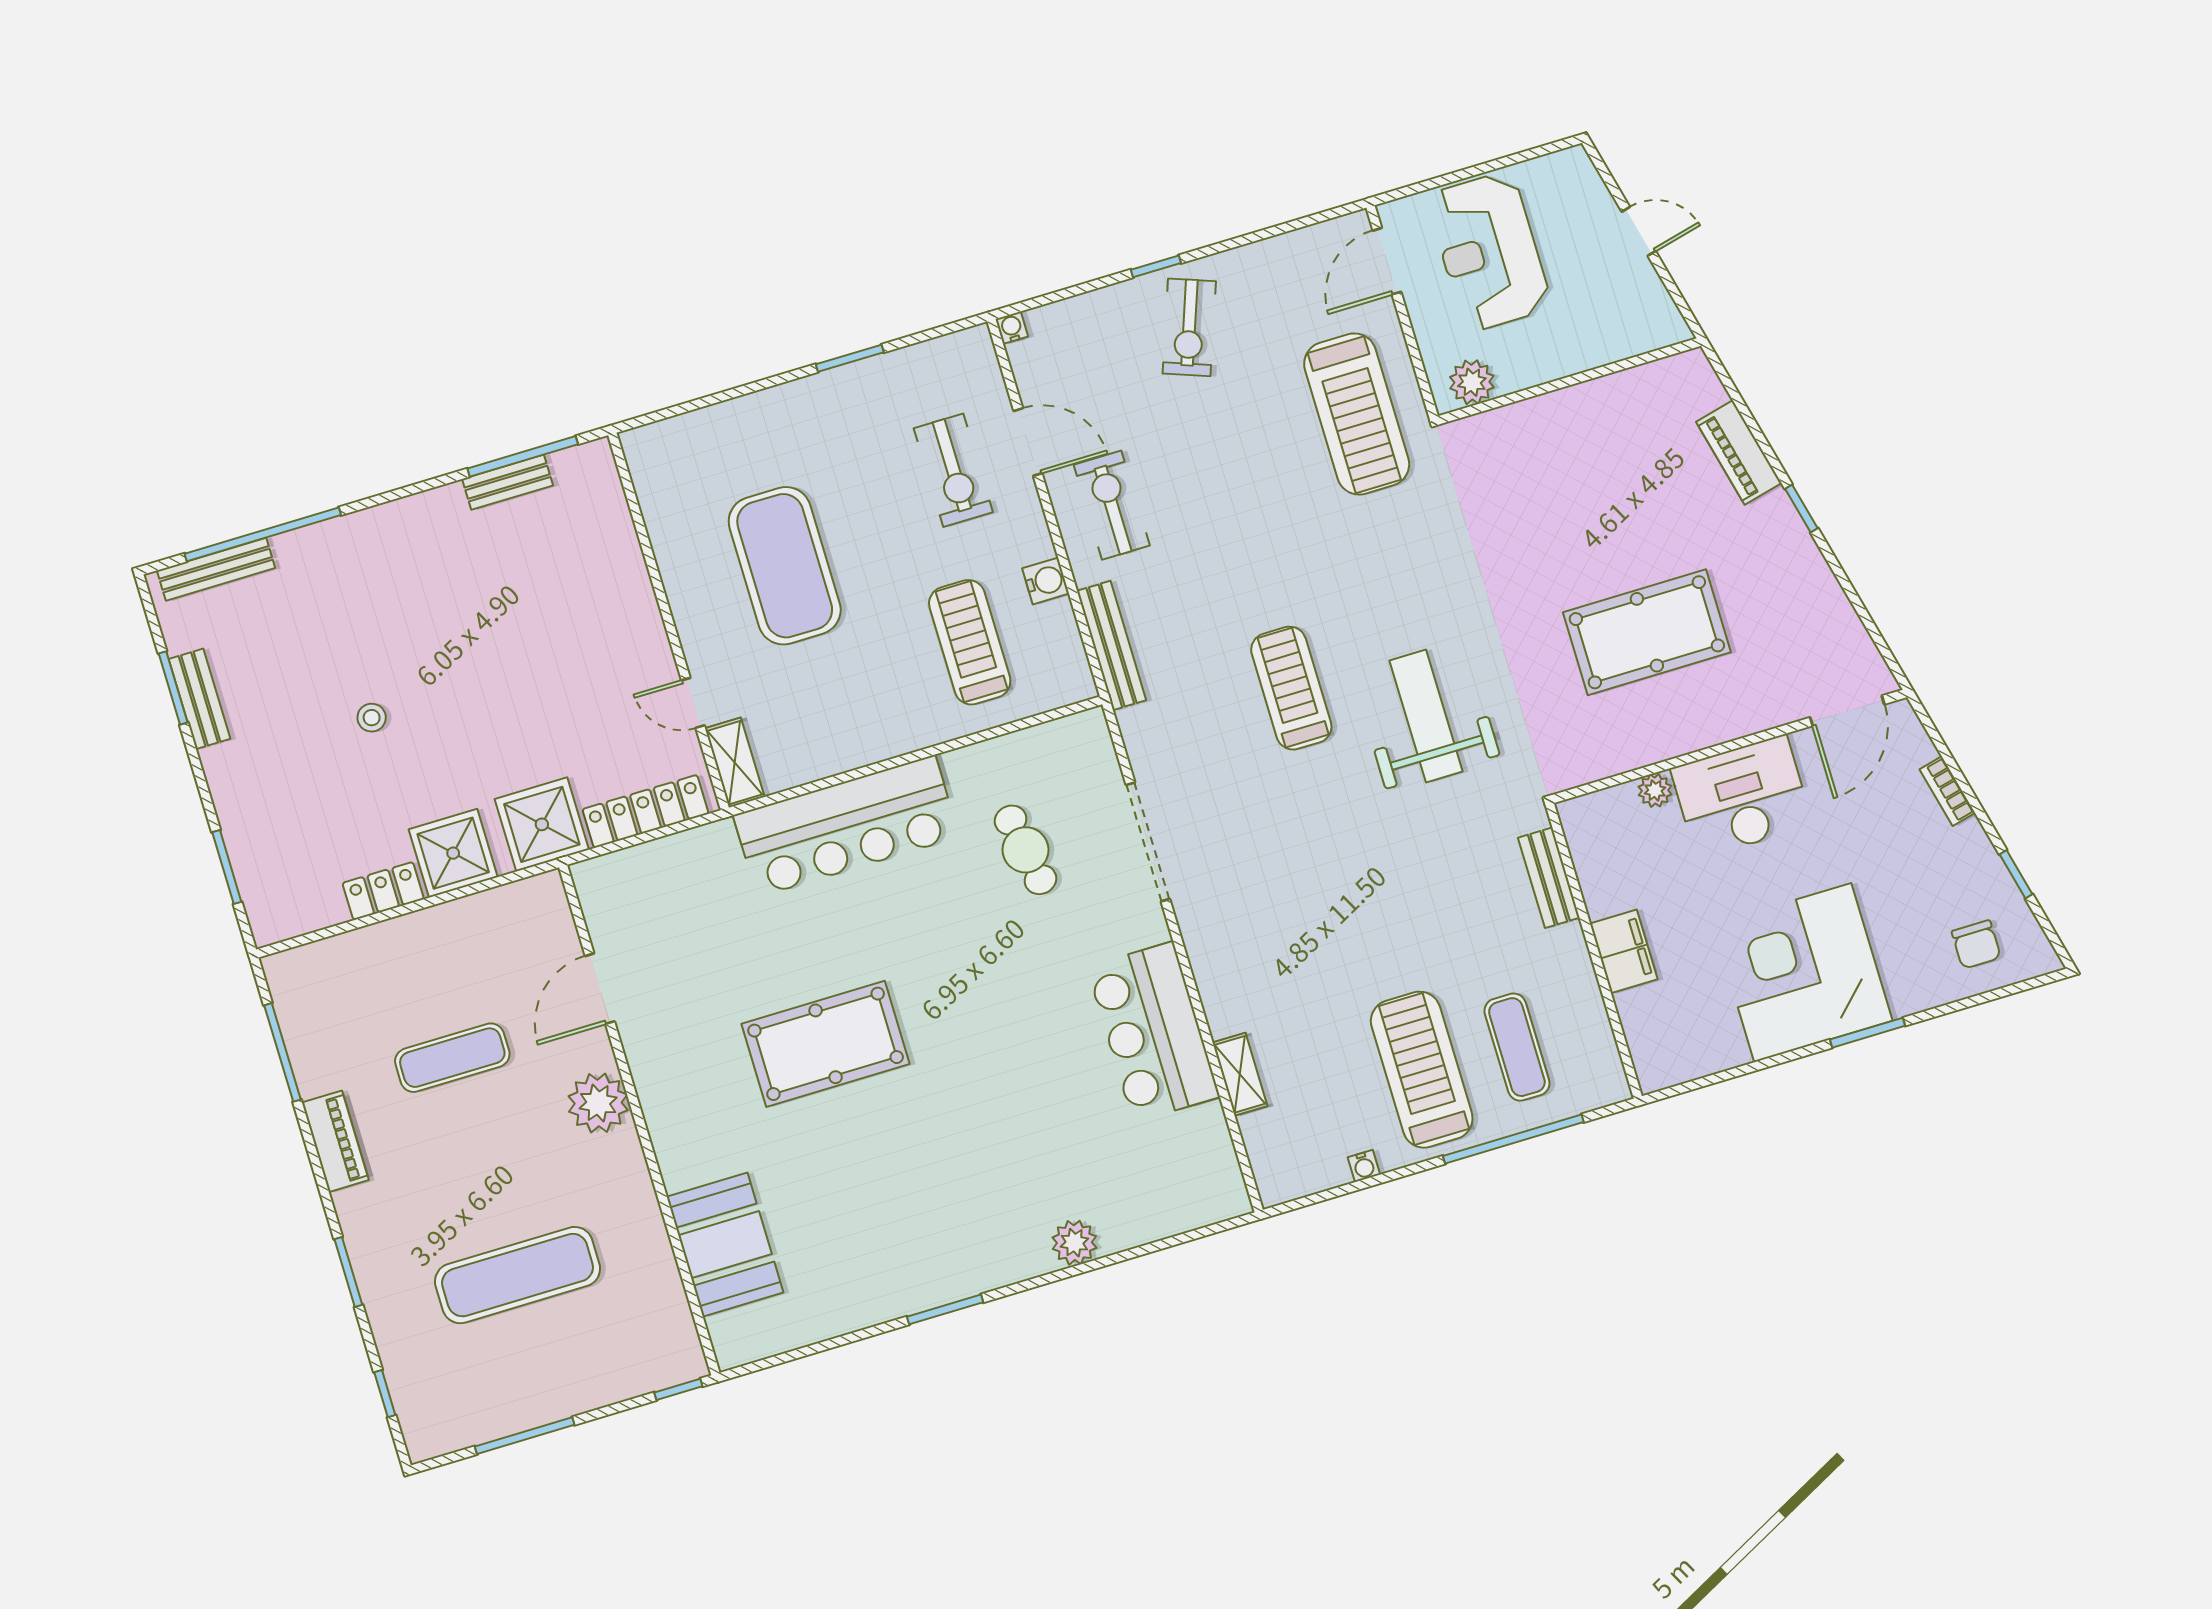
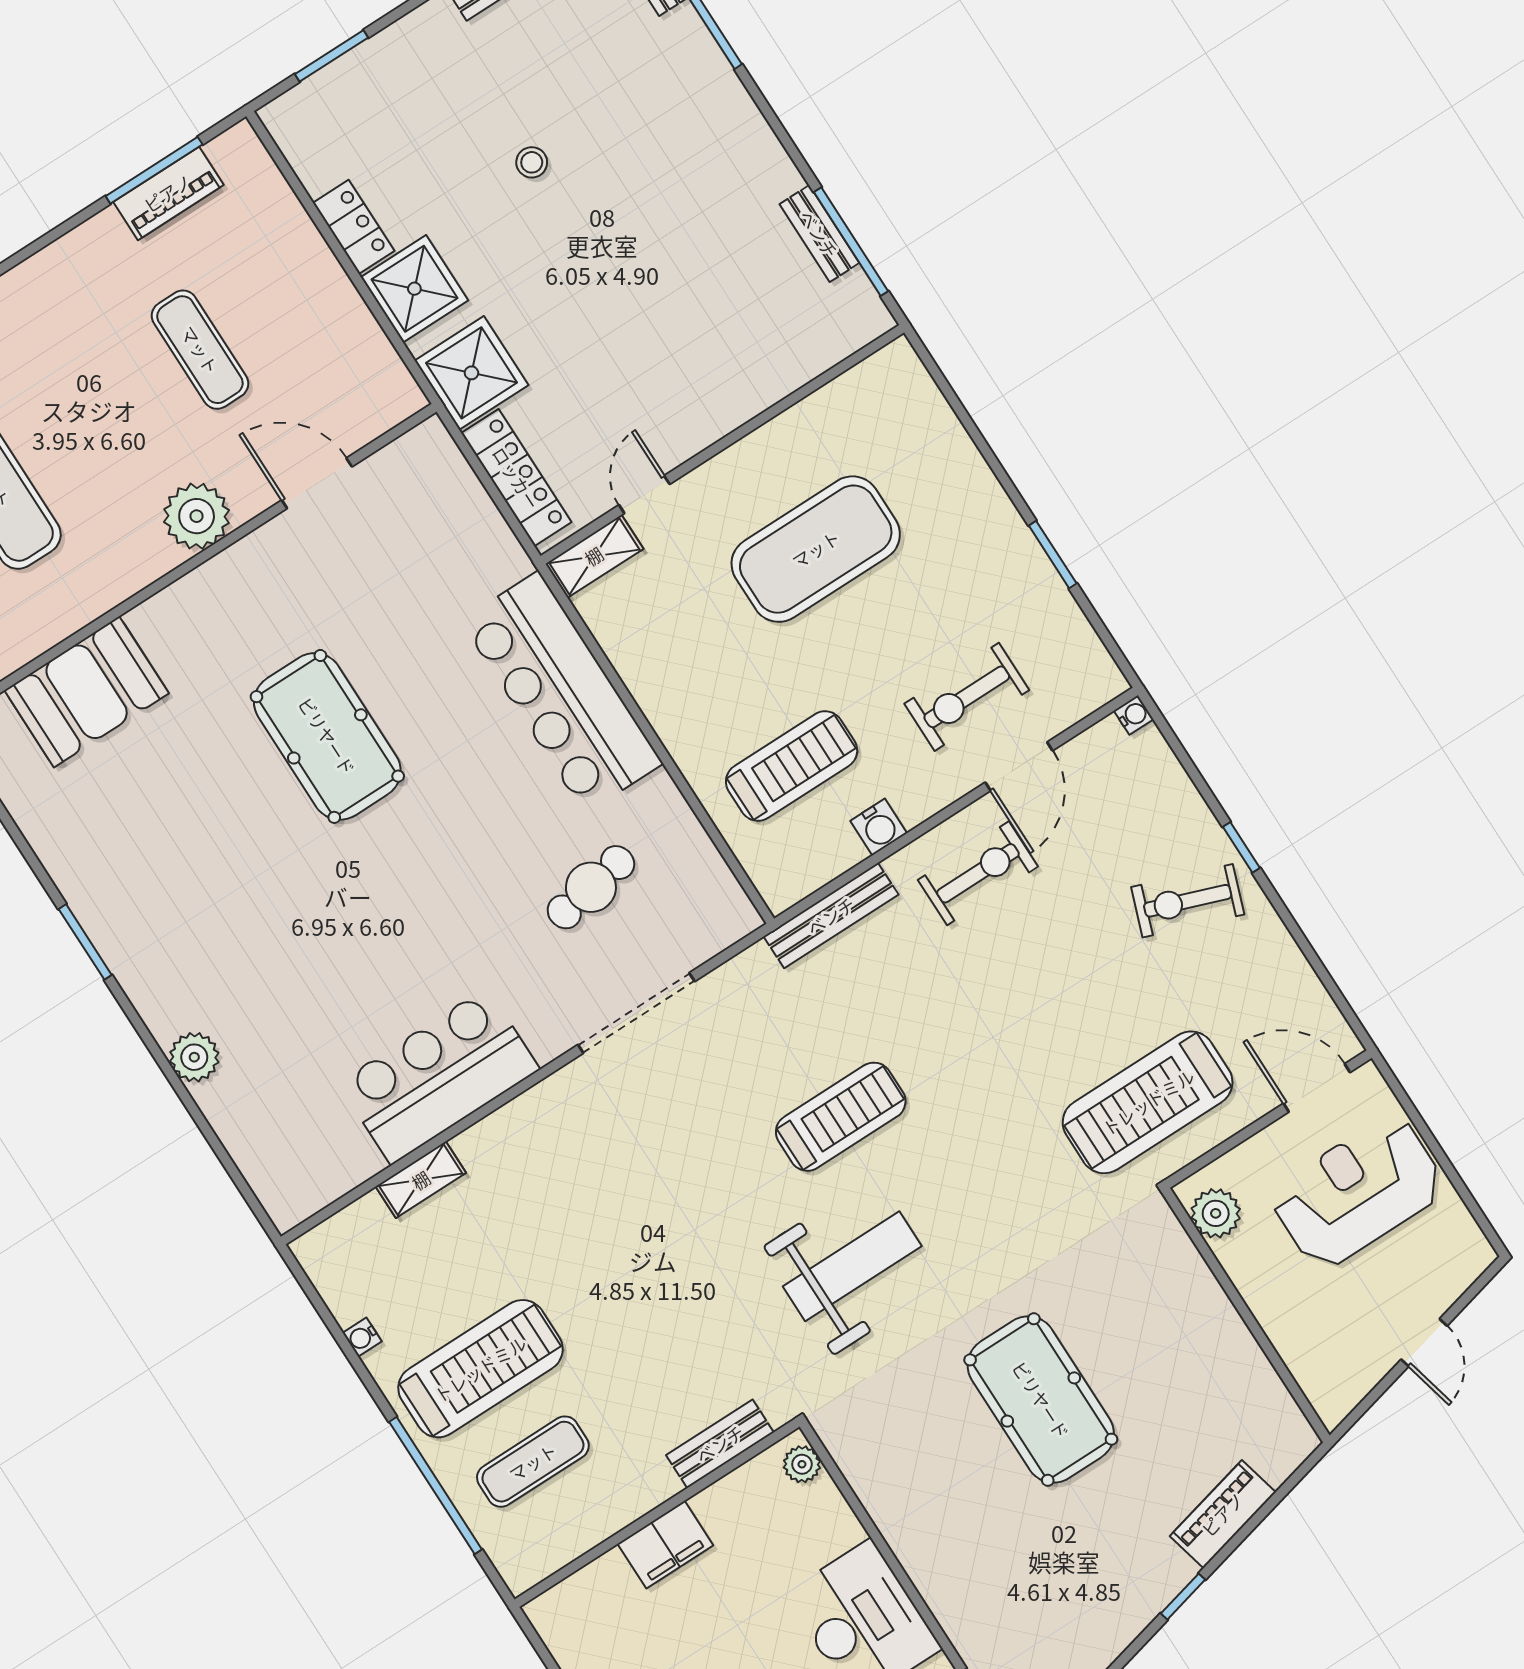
pool table: (1647, 632) -> (1041, 1400), moved
plant: (1655, 790) -> (802, 1464), moved
piano: (335, 1141) -> (168, 193), moved

